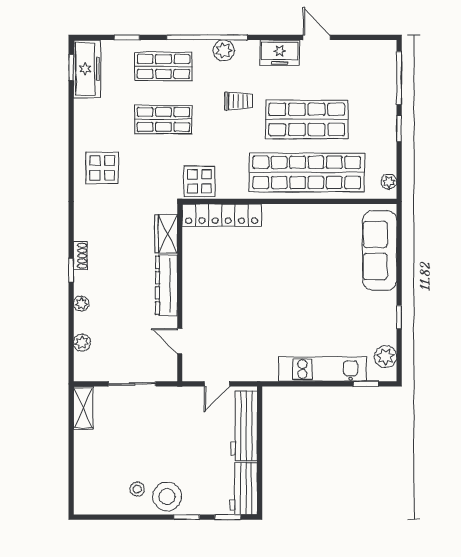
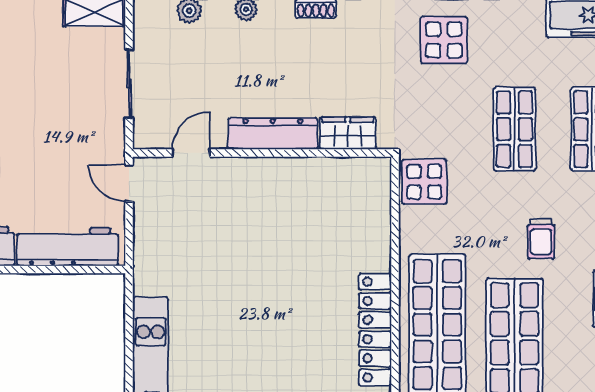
locker: (222, 215) -> (375, 330), moved
door: (217, 384) -> (129, 183), moved

